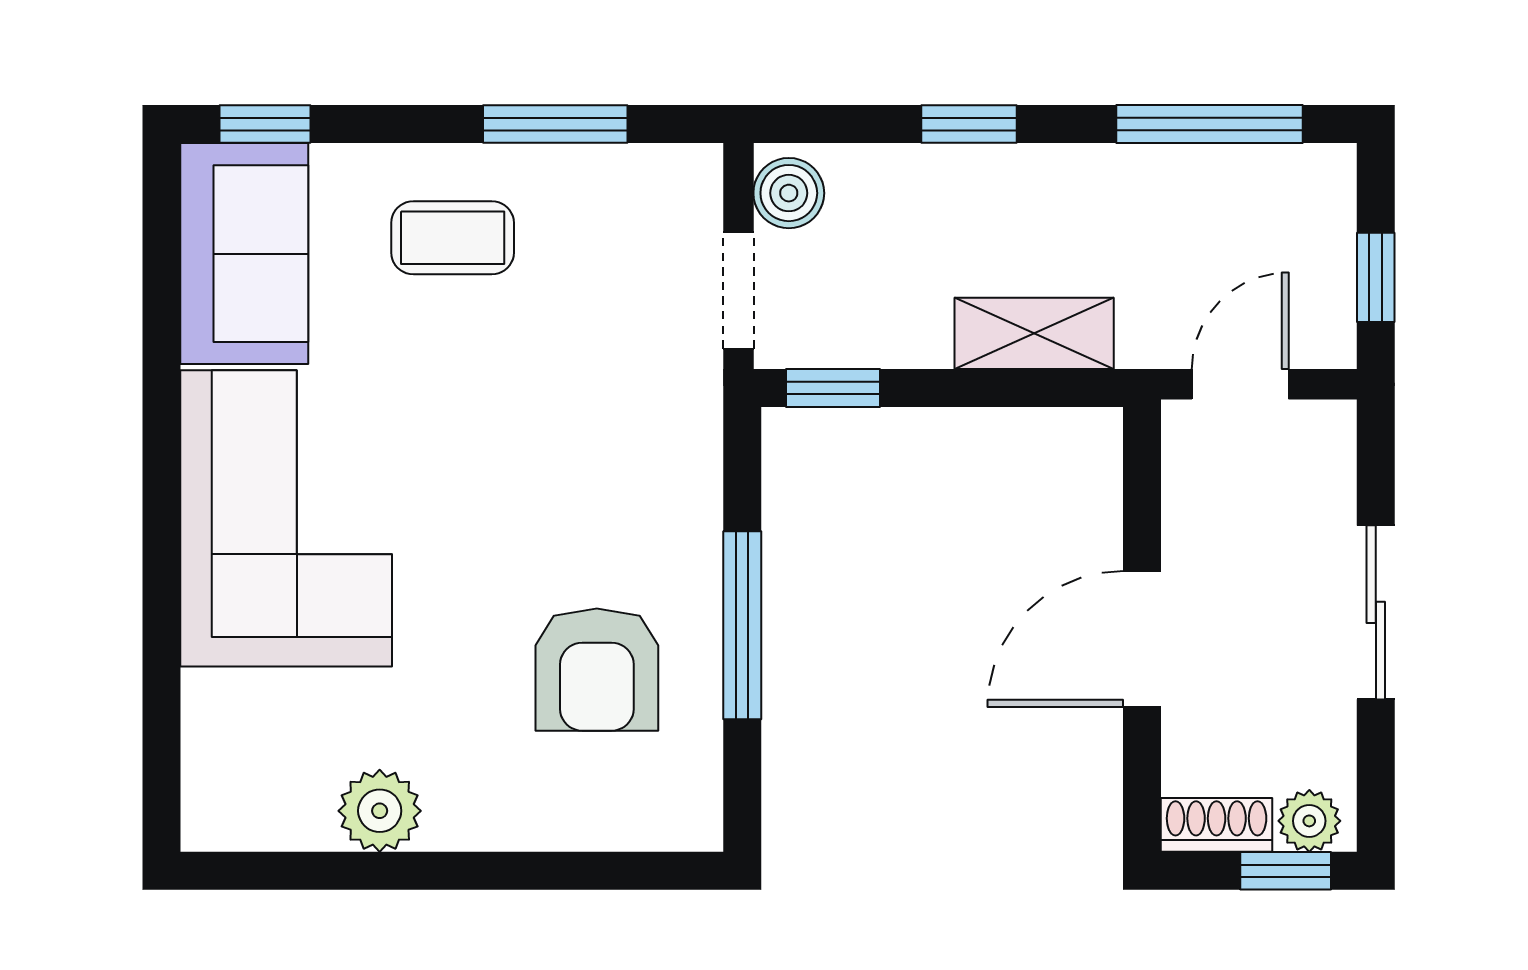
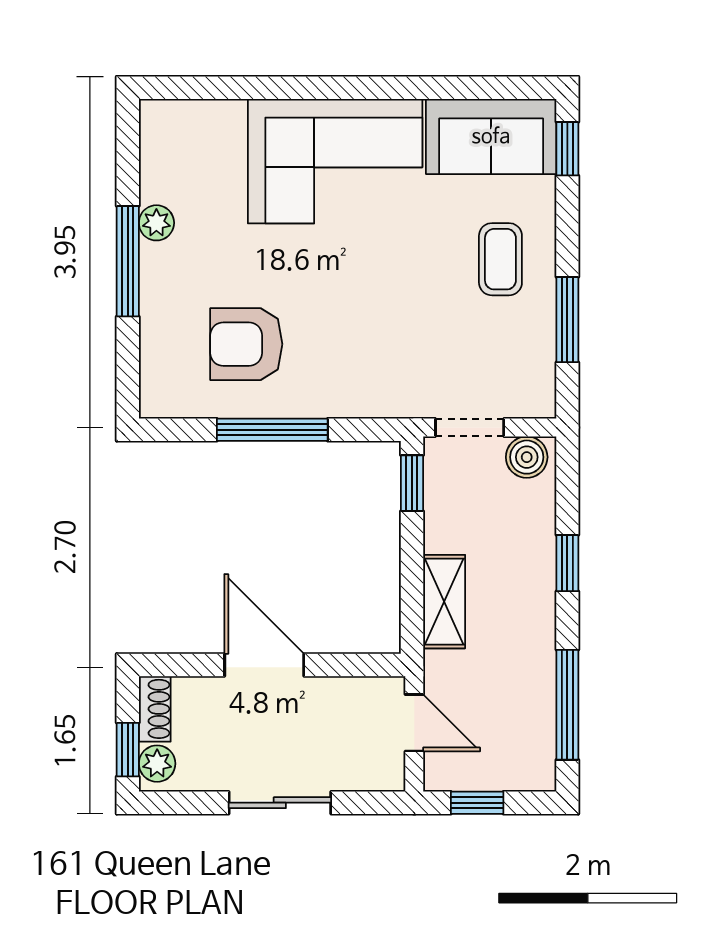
plant: (380, 811) -> (156, 223), width x0.73, depth x0.73
window: (456, 871) -> (128, 261), added

